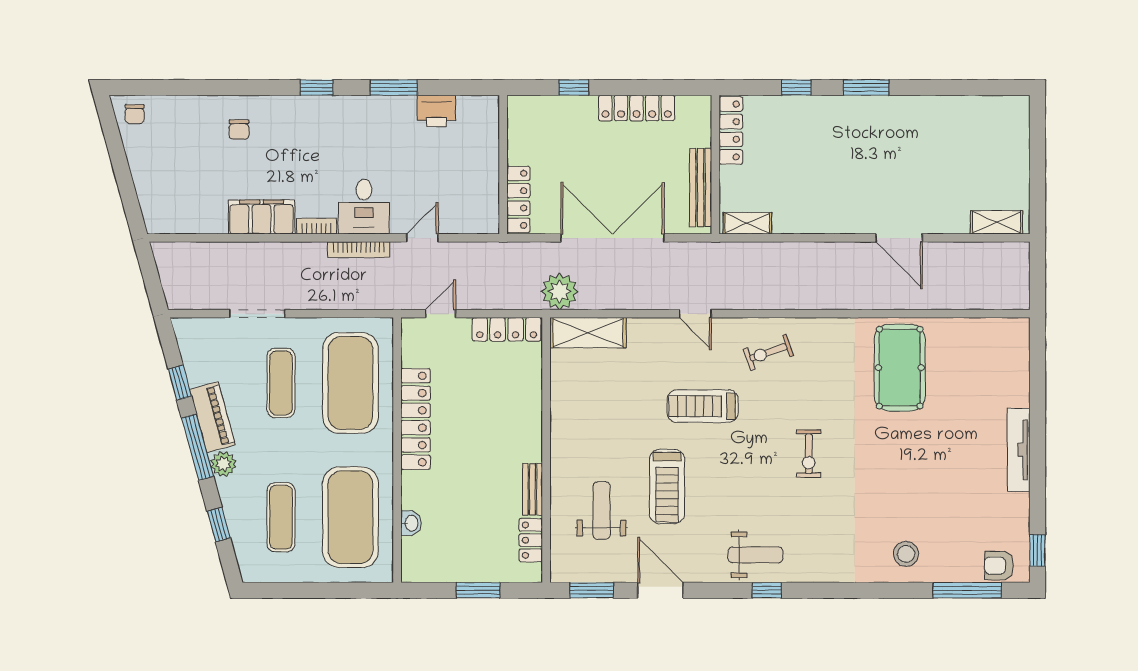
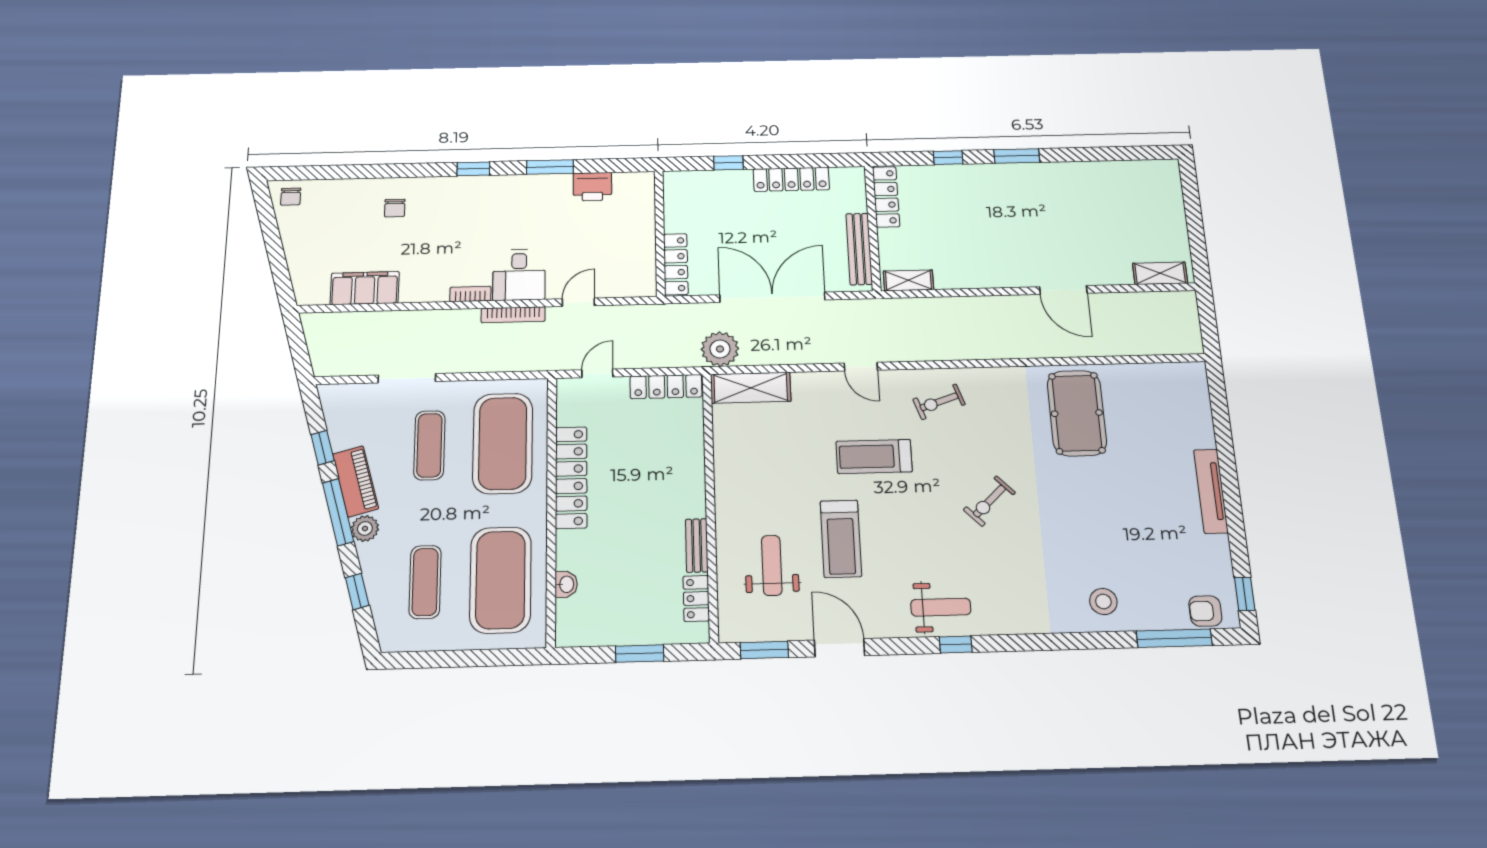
filing cabinet: (262, 217) -> (365, 288), moved
exercise bike: (809, 454) -> (989, 501), turned 46

